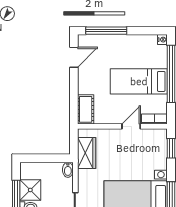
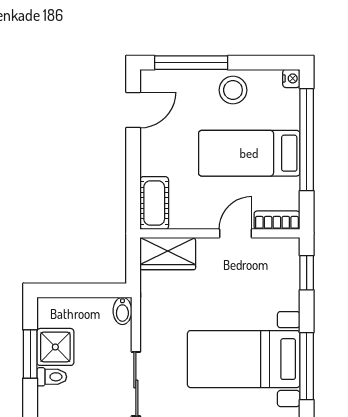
stool: (130, 46) -> (233, 90), added
wardrobe: (87, 153) -> (168, 254), moved, turned 90

